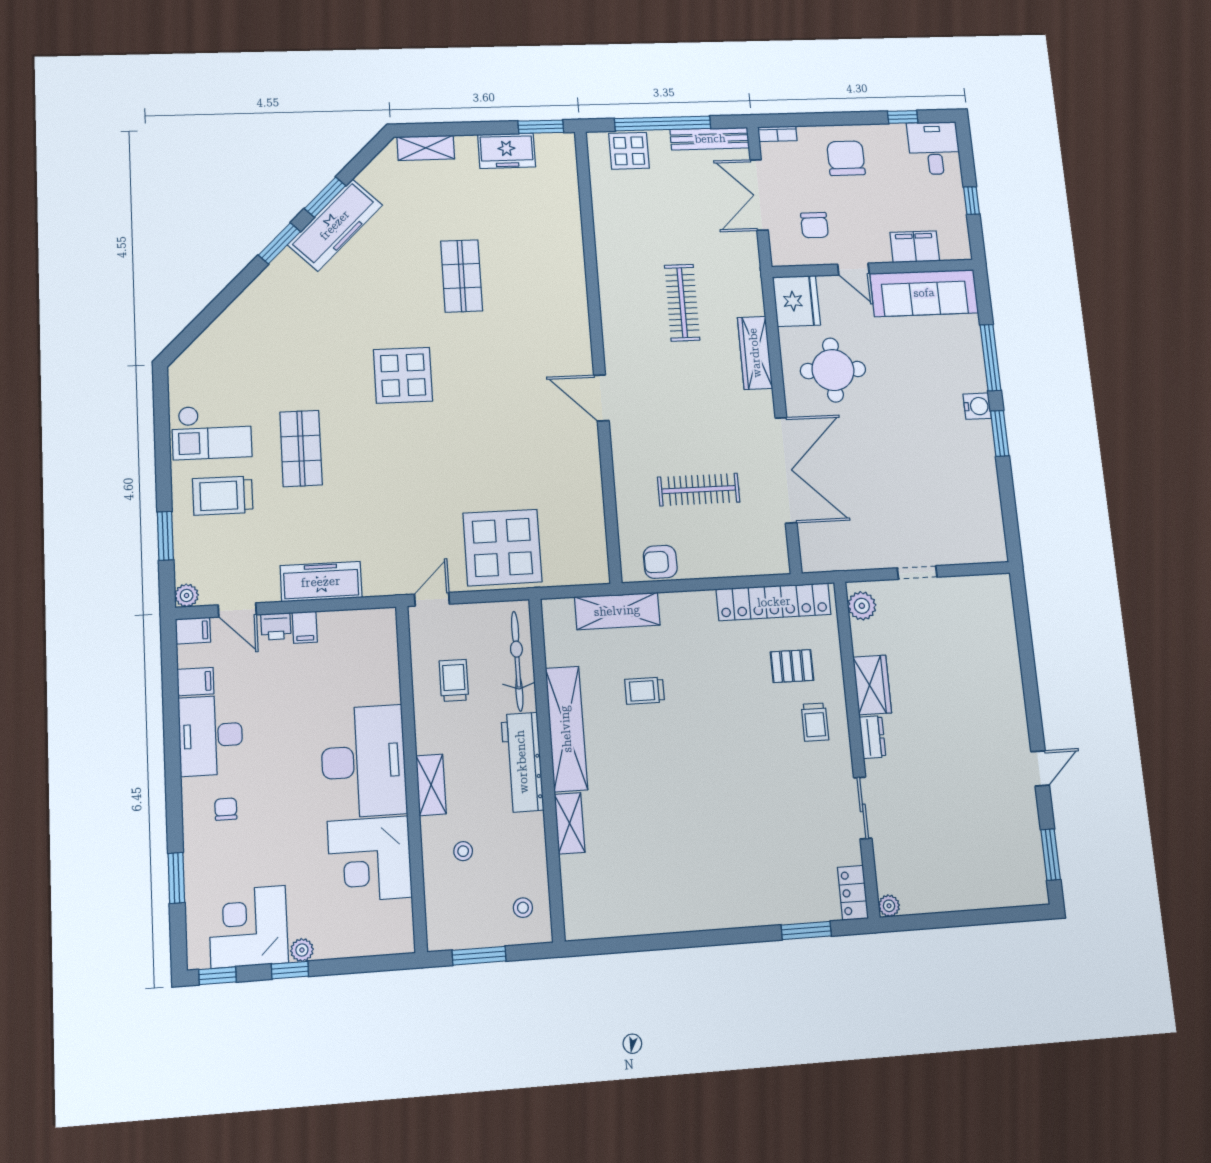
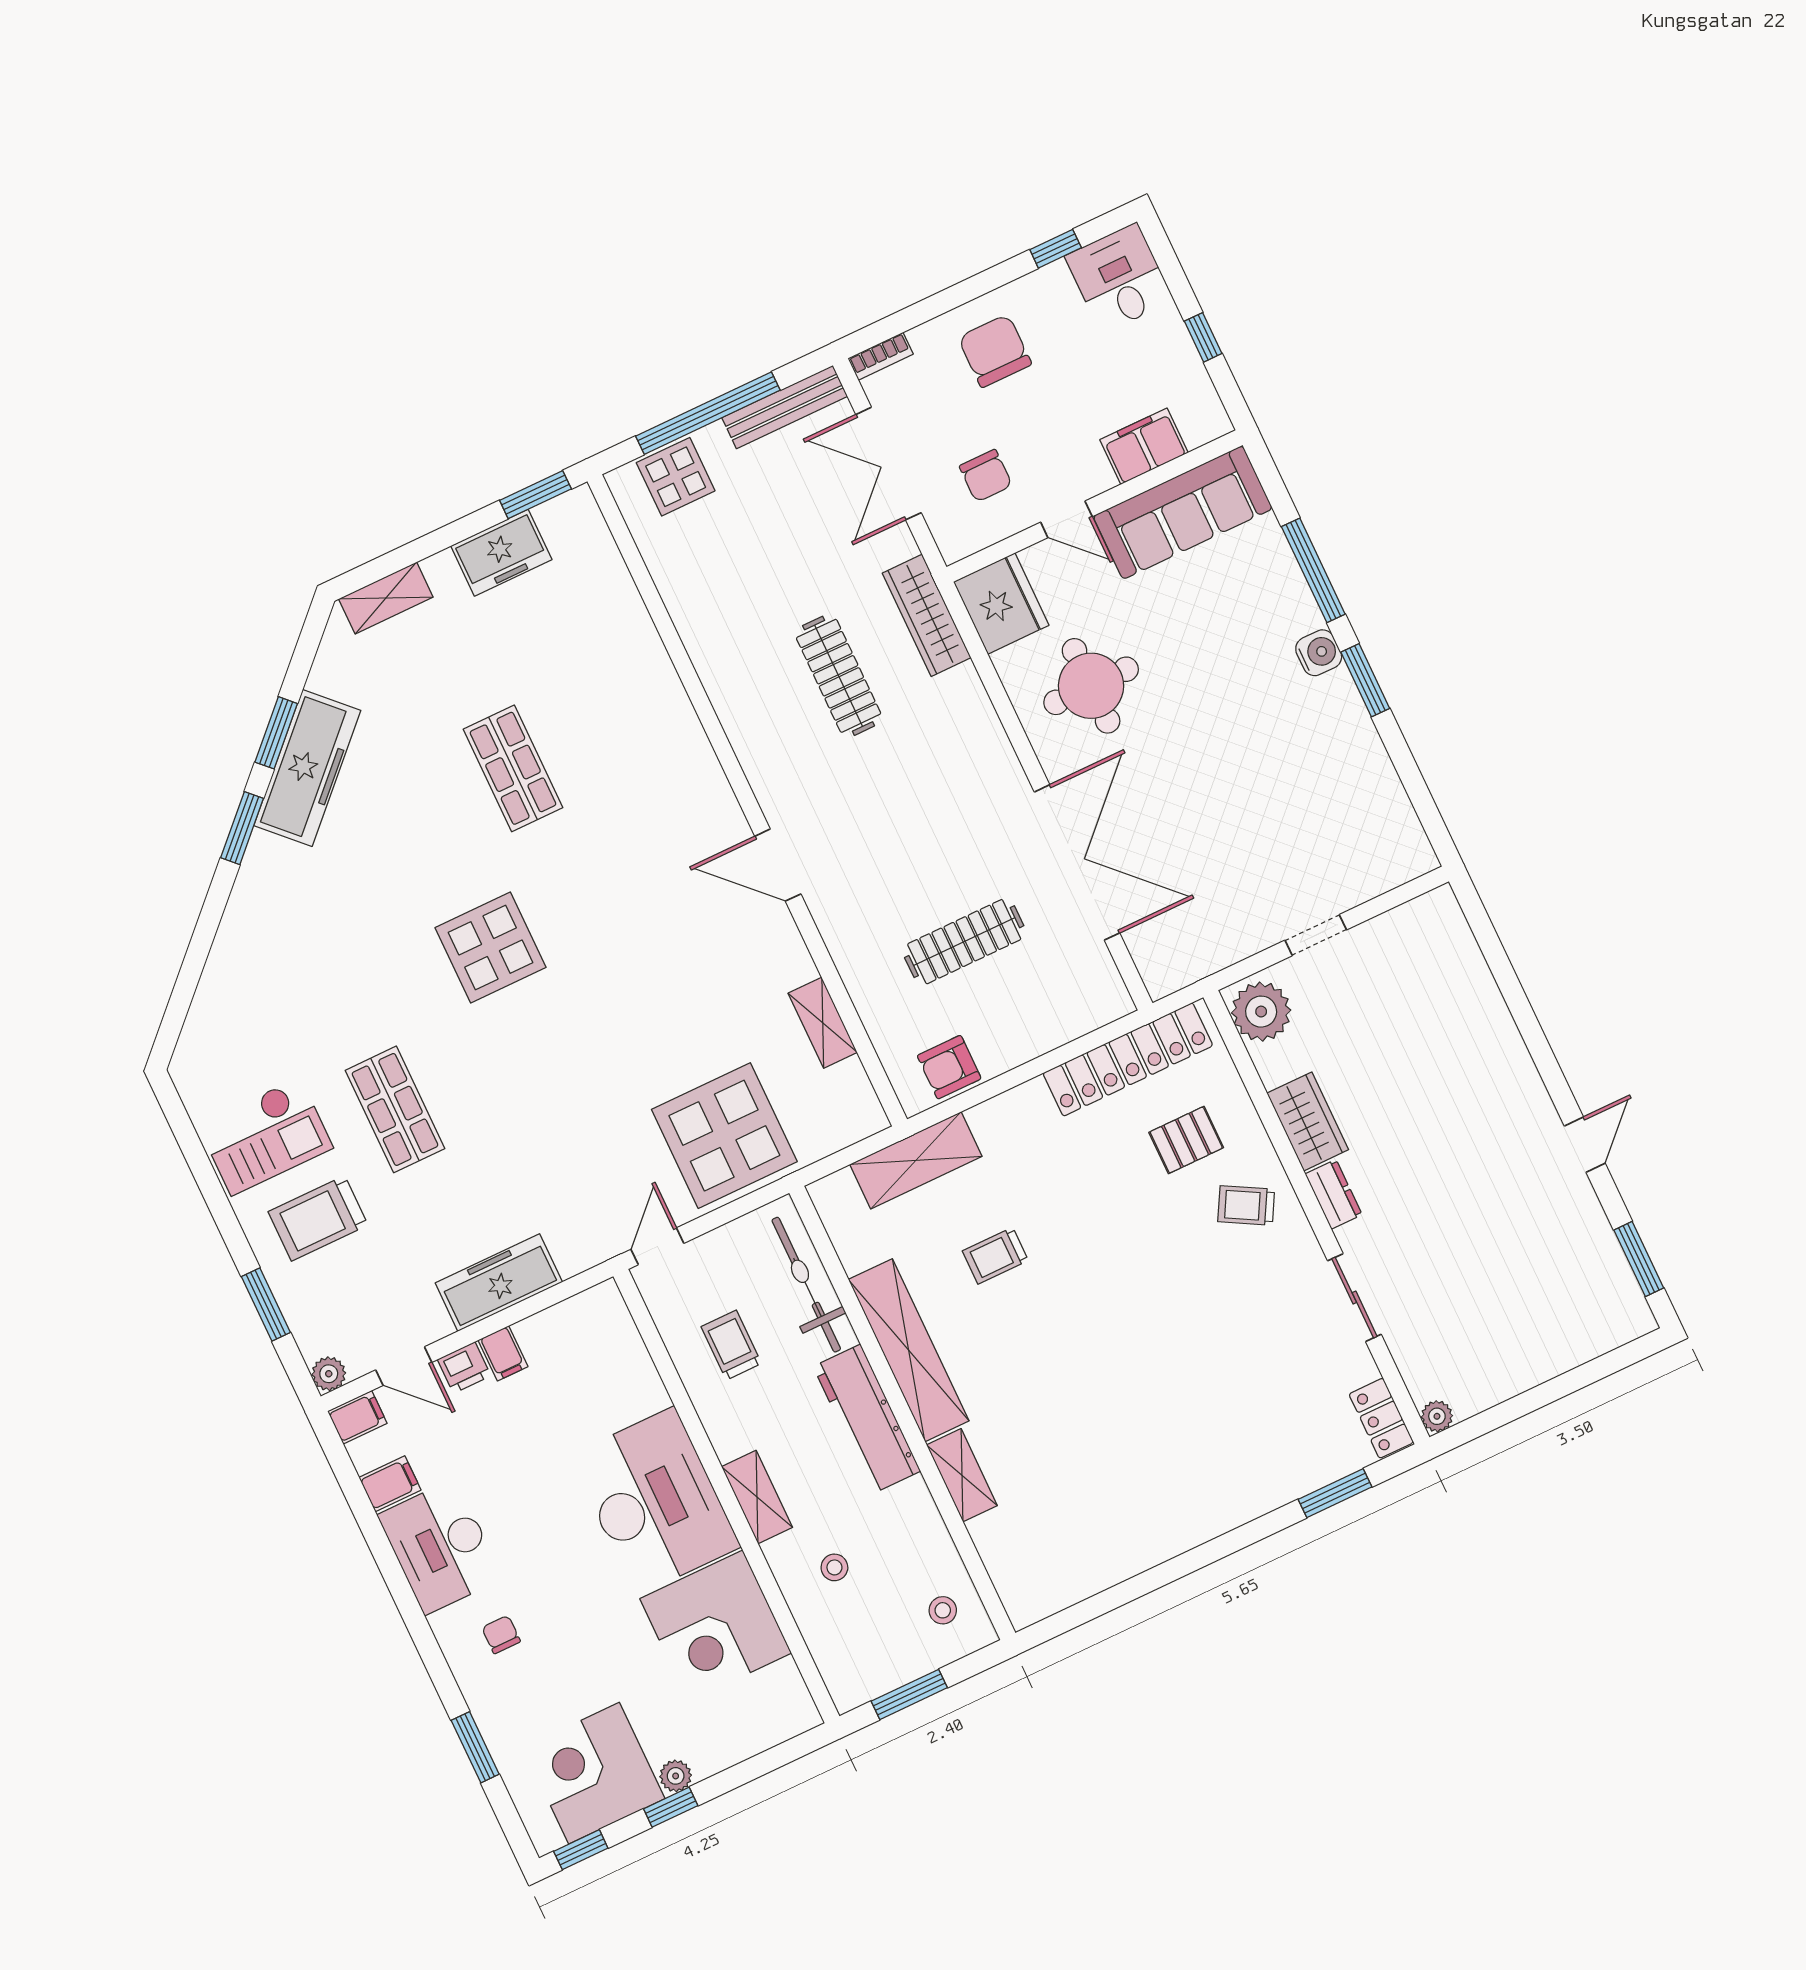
wardrobe: (755, 353) -> (927, 615), moved
shelving: (592, 503) -> (823, 1023), added
plant: (862, 606) -> (1261, 1012), width x1.36, depth x1.36
trolley: (815, 722) -> (1246, 1205), turned 119

